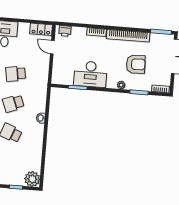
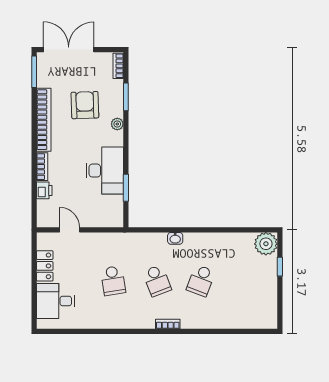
locker: (41, 29) -> (45, 266), moved
printer: (65, 31) -> (44, 190), moved
door: (52, 47) -> (70, 230), swing flipped

